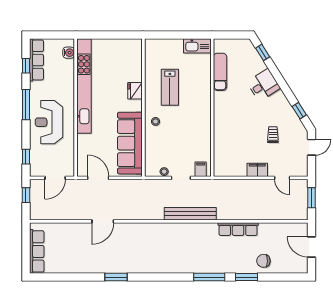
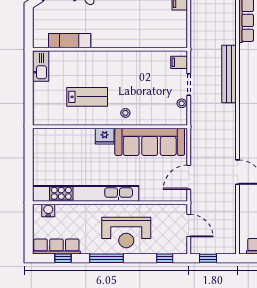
fridge: (135, 91) -> (105, 136), moved

